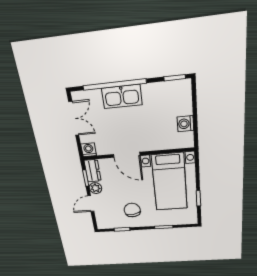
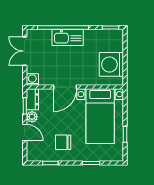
double door: (74, 119) -> (25, 51), swing flipped
washing machine: (185, 124) -> (111, 64), width x1.89, depth x1.89
door: (127, 155) -> (65, 87), hinge flipped
door: (91, 204) -> (25, 133), swing flipped
chair: (132, 210) -> (63, 142), turned -81

